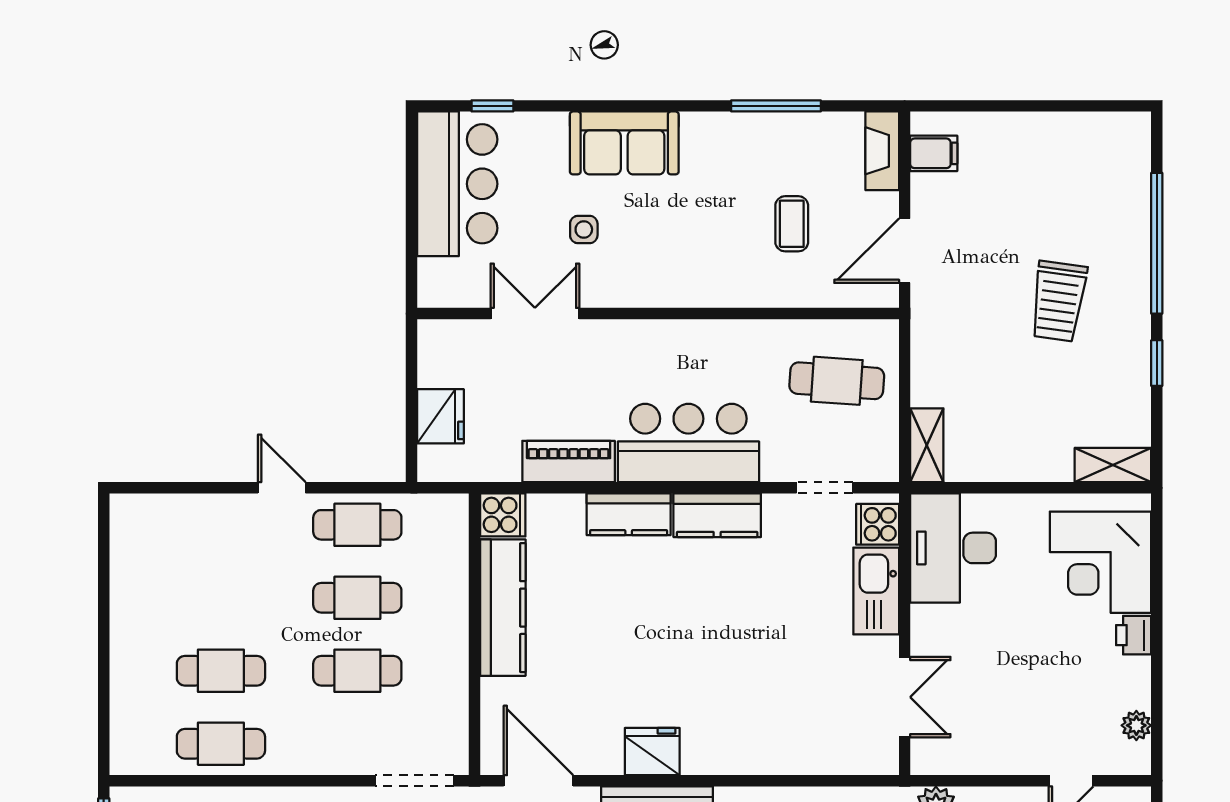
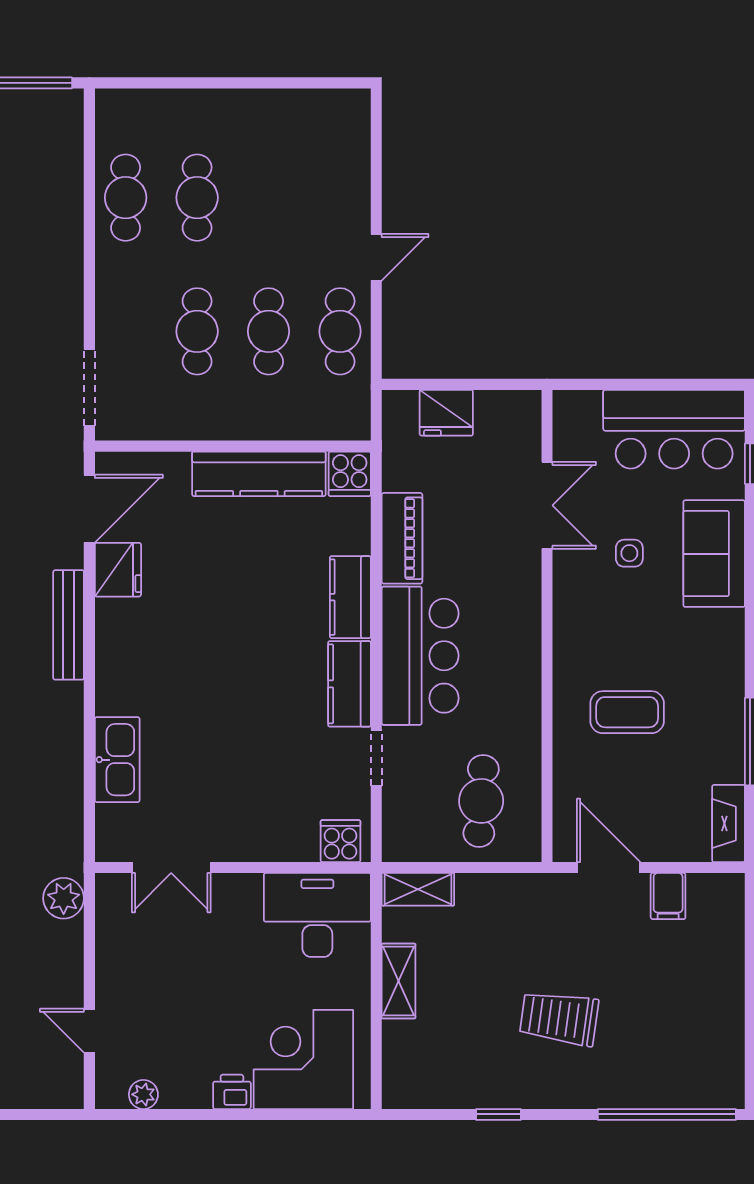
sofa: (624, 143) -> (714, 554), moved
fireplace: (882, 151) -> (729, 823), moved, turned -90
filing cabinet: (934, 153) -> (668, 896), moved
coffee table: (792, 224) -> (627, 712), moved, width x1.36, depth x1.30
window: (1157, 243) -> (667, 1114), moved
shelving: (1113, 465) -> (399, 981), moved
doorway: (825, 488) -> (376, 758), moved
kitchen sink: (876, 591) -> (117, 760), moved, turned 90
fridge: (652, 752) -> (118, 570), moved

